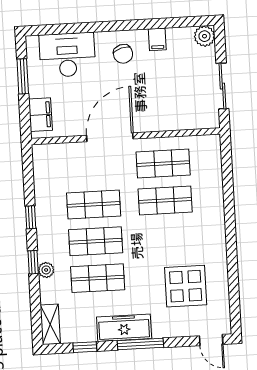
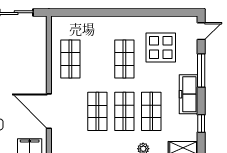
door: (110, 137) -> (49, 111), moved
shop shelf: (165, 200) -> (124, 59), moved
window: (140, 344) -> (201, 70), moved

